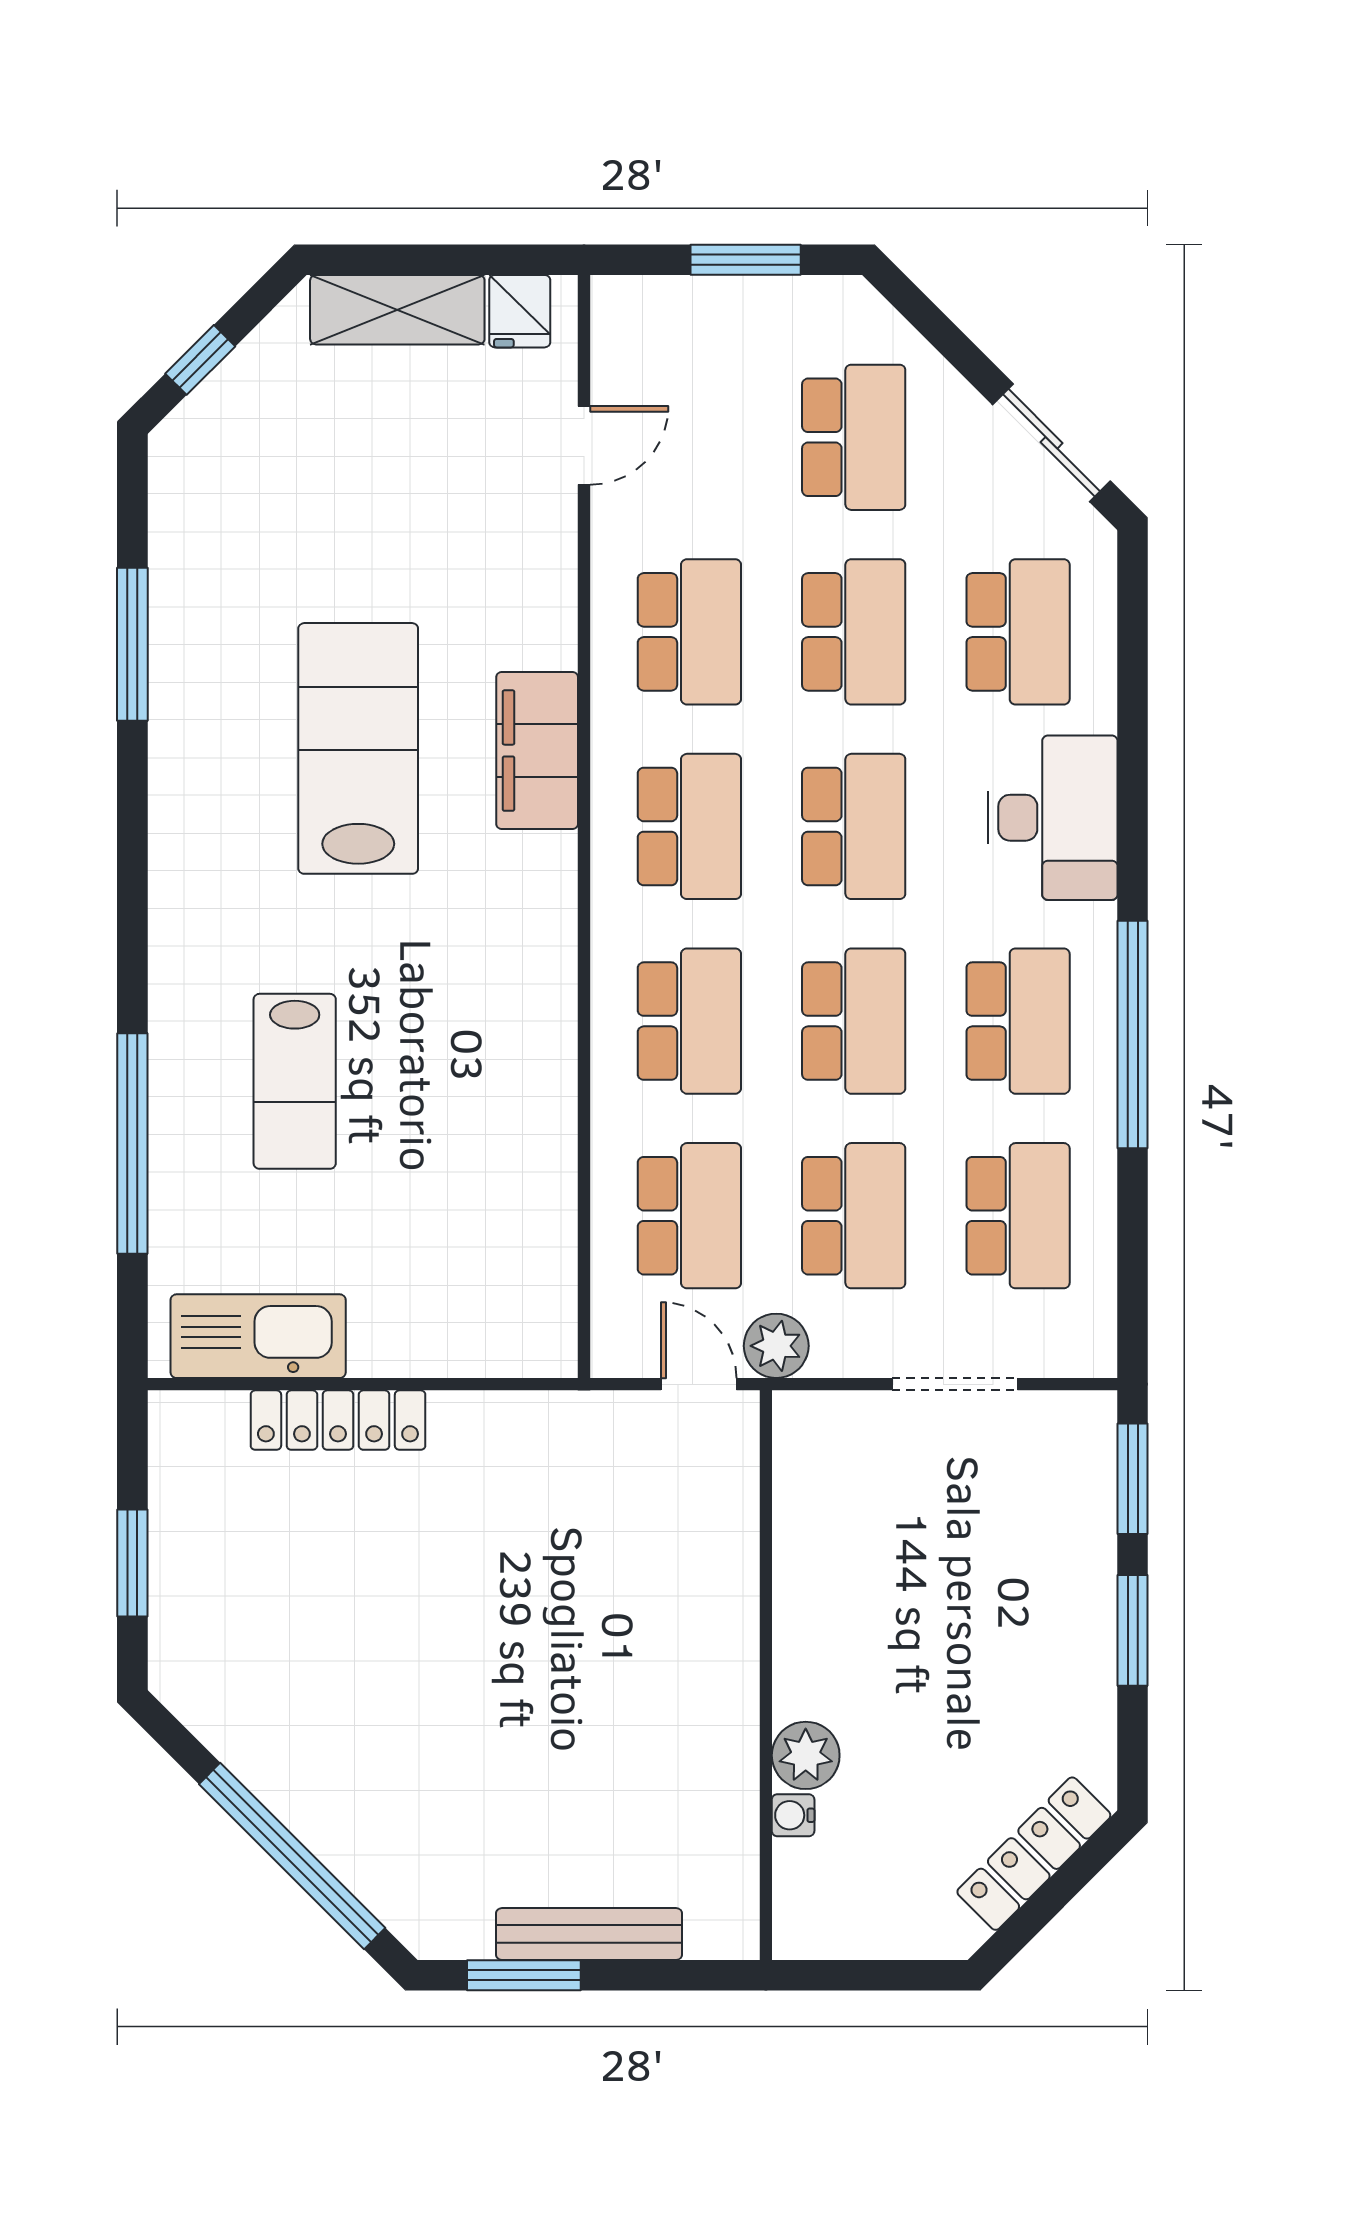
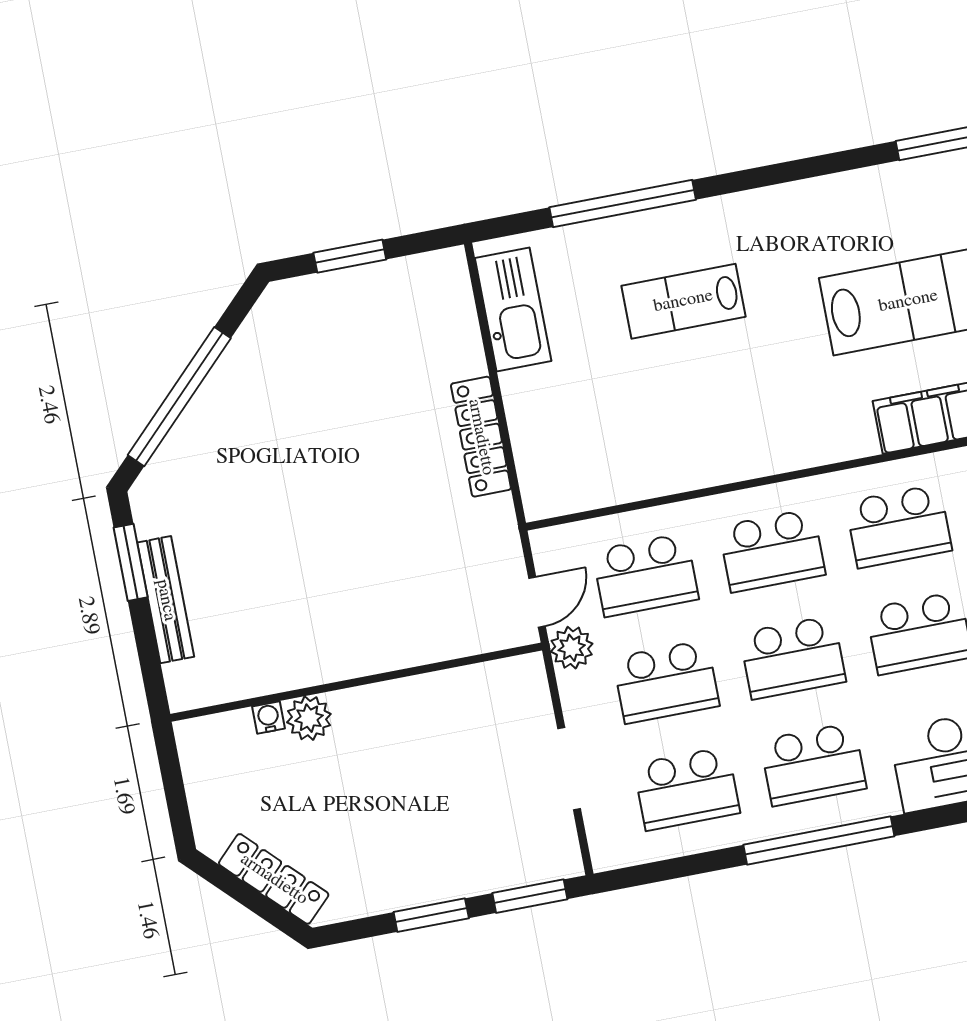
locker: (338, 1420) -> (481, 437), moved

